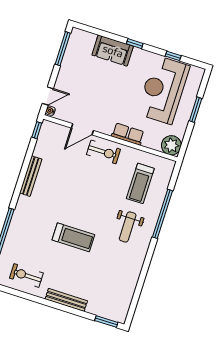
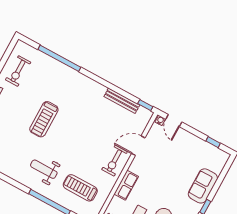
window: (63, 49) -> (213, 142), width x0.46
door: (82, 129) -> (138, 146), hinge flipped
bench: (31, 176) -> (122, 101), moved
exercise bike: (26, 276) -> (18, 71), turned 180

